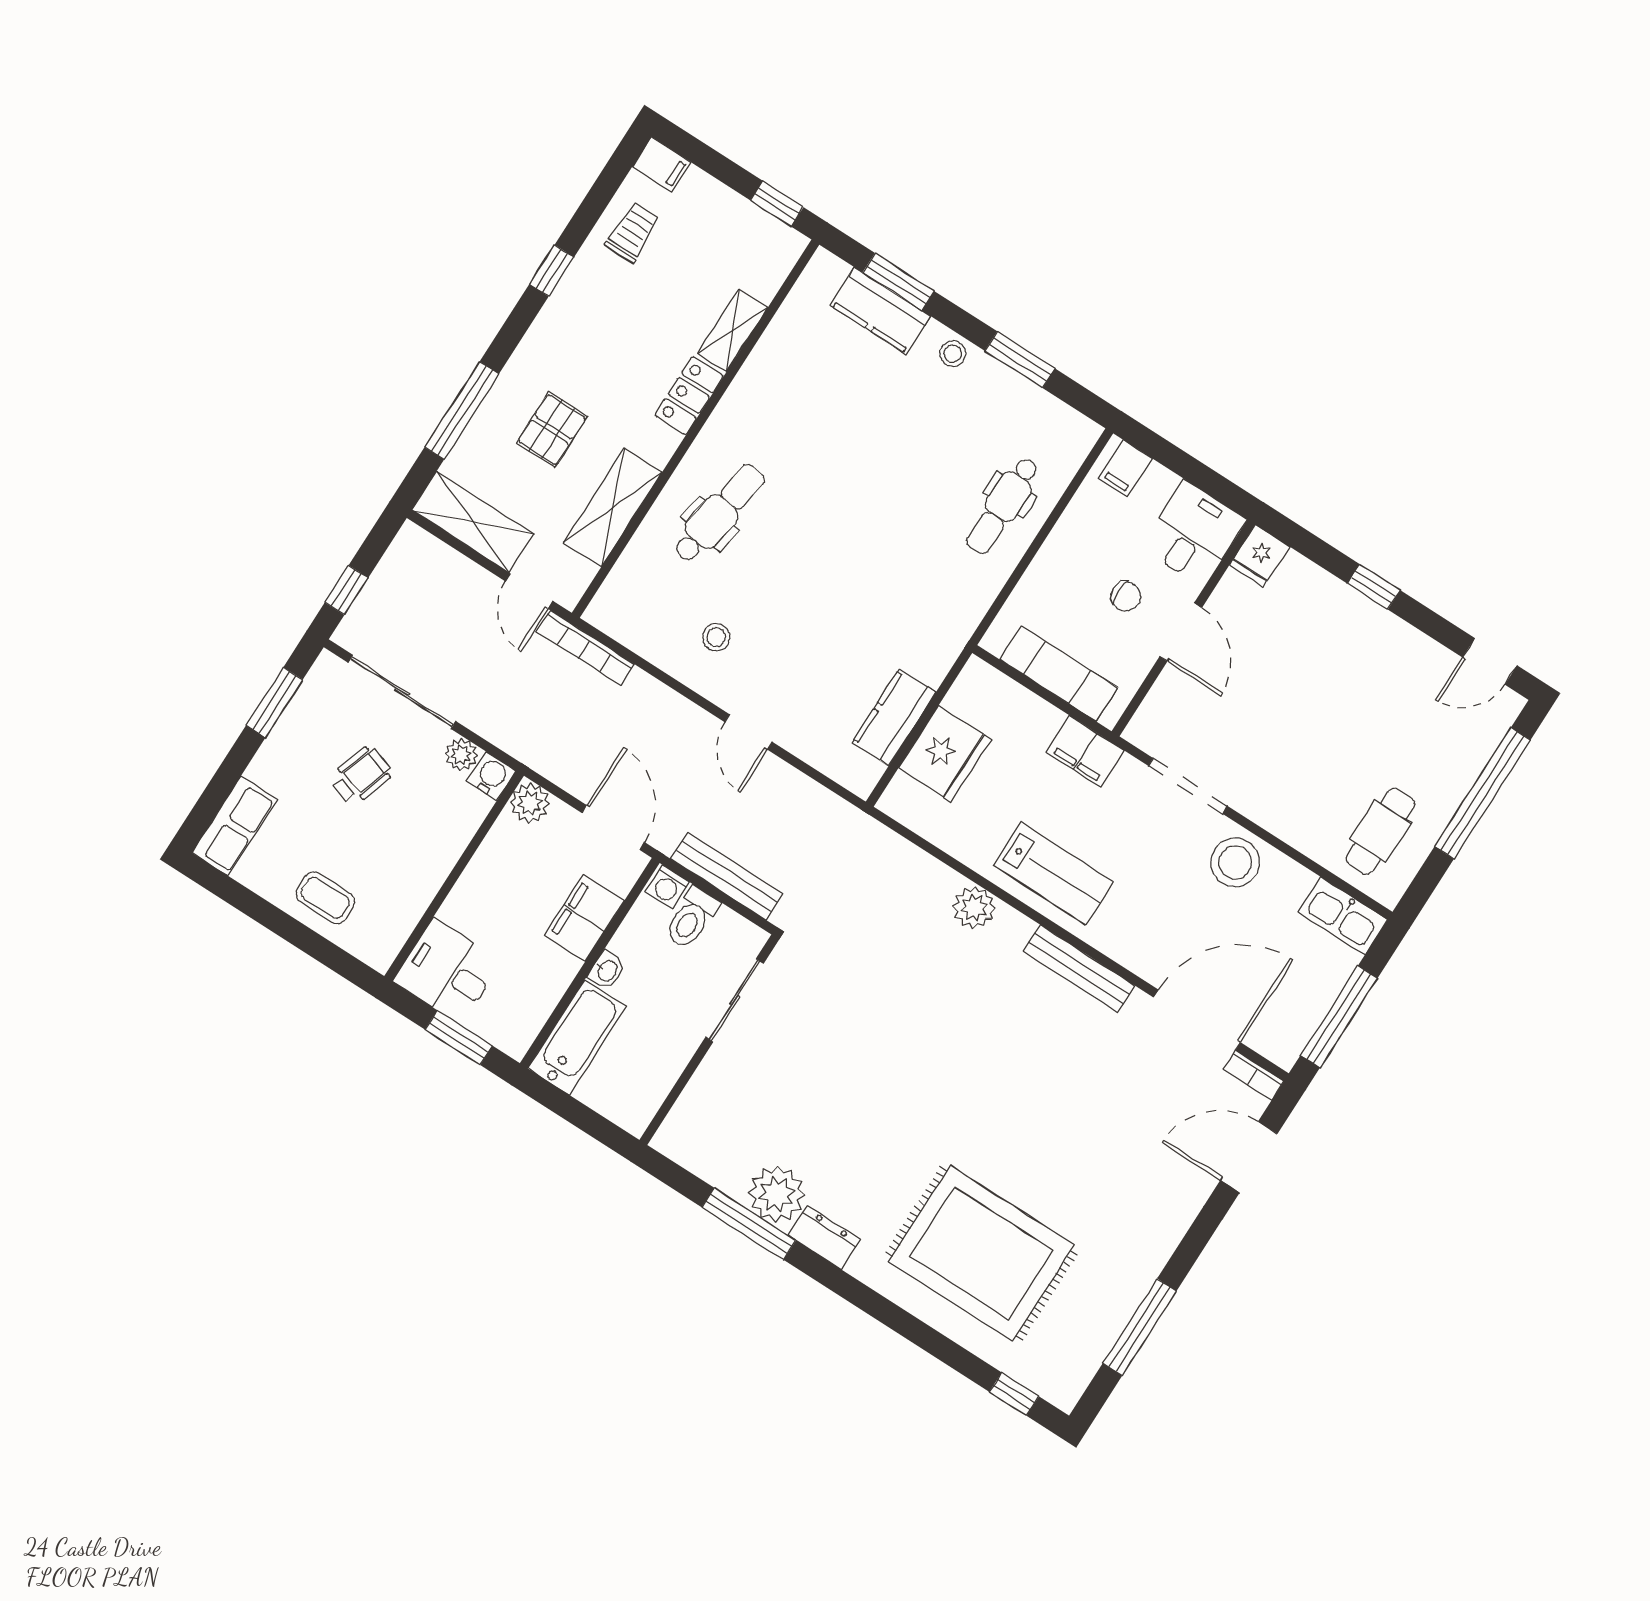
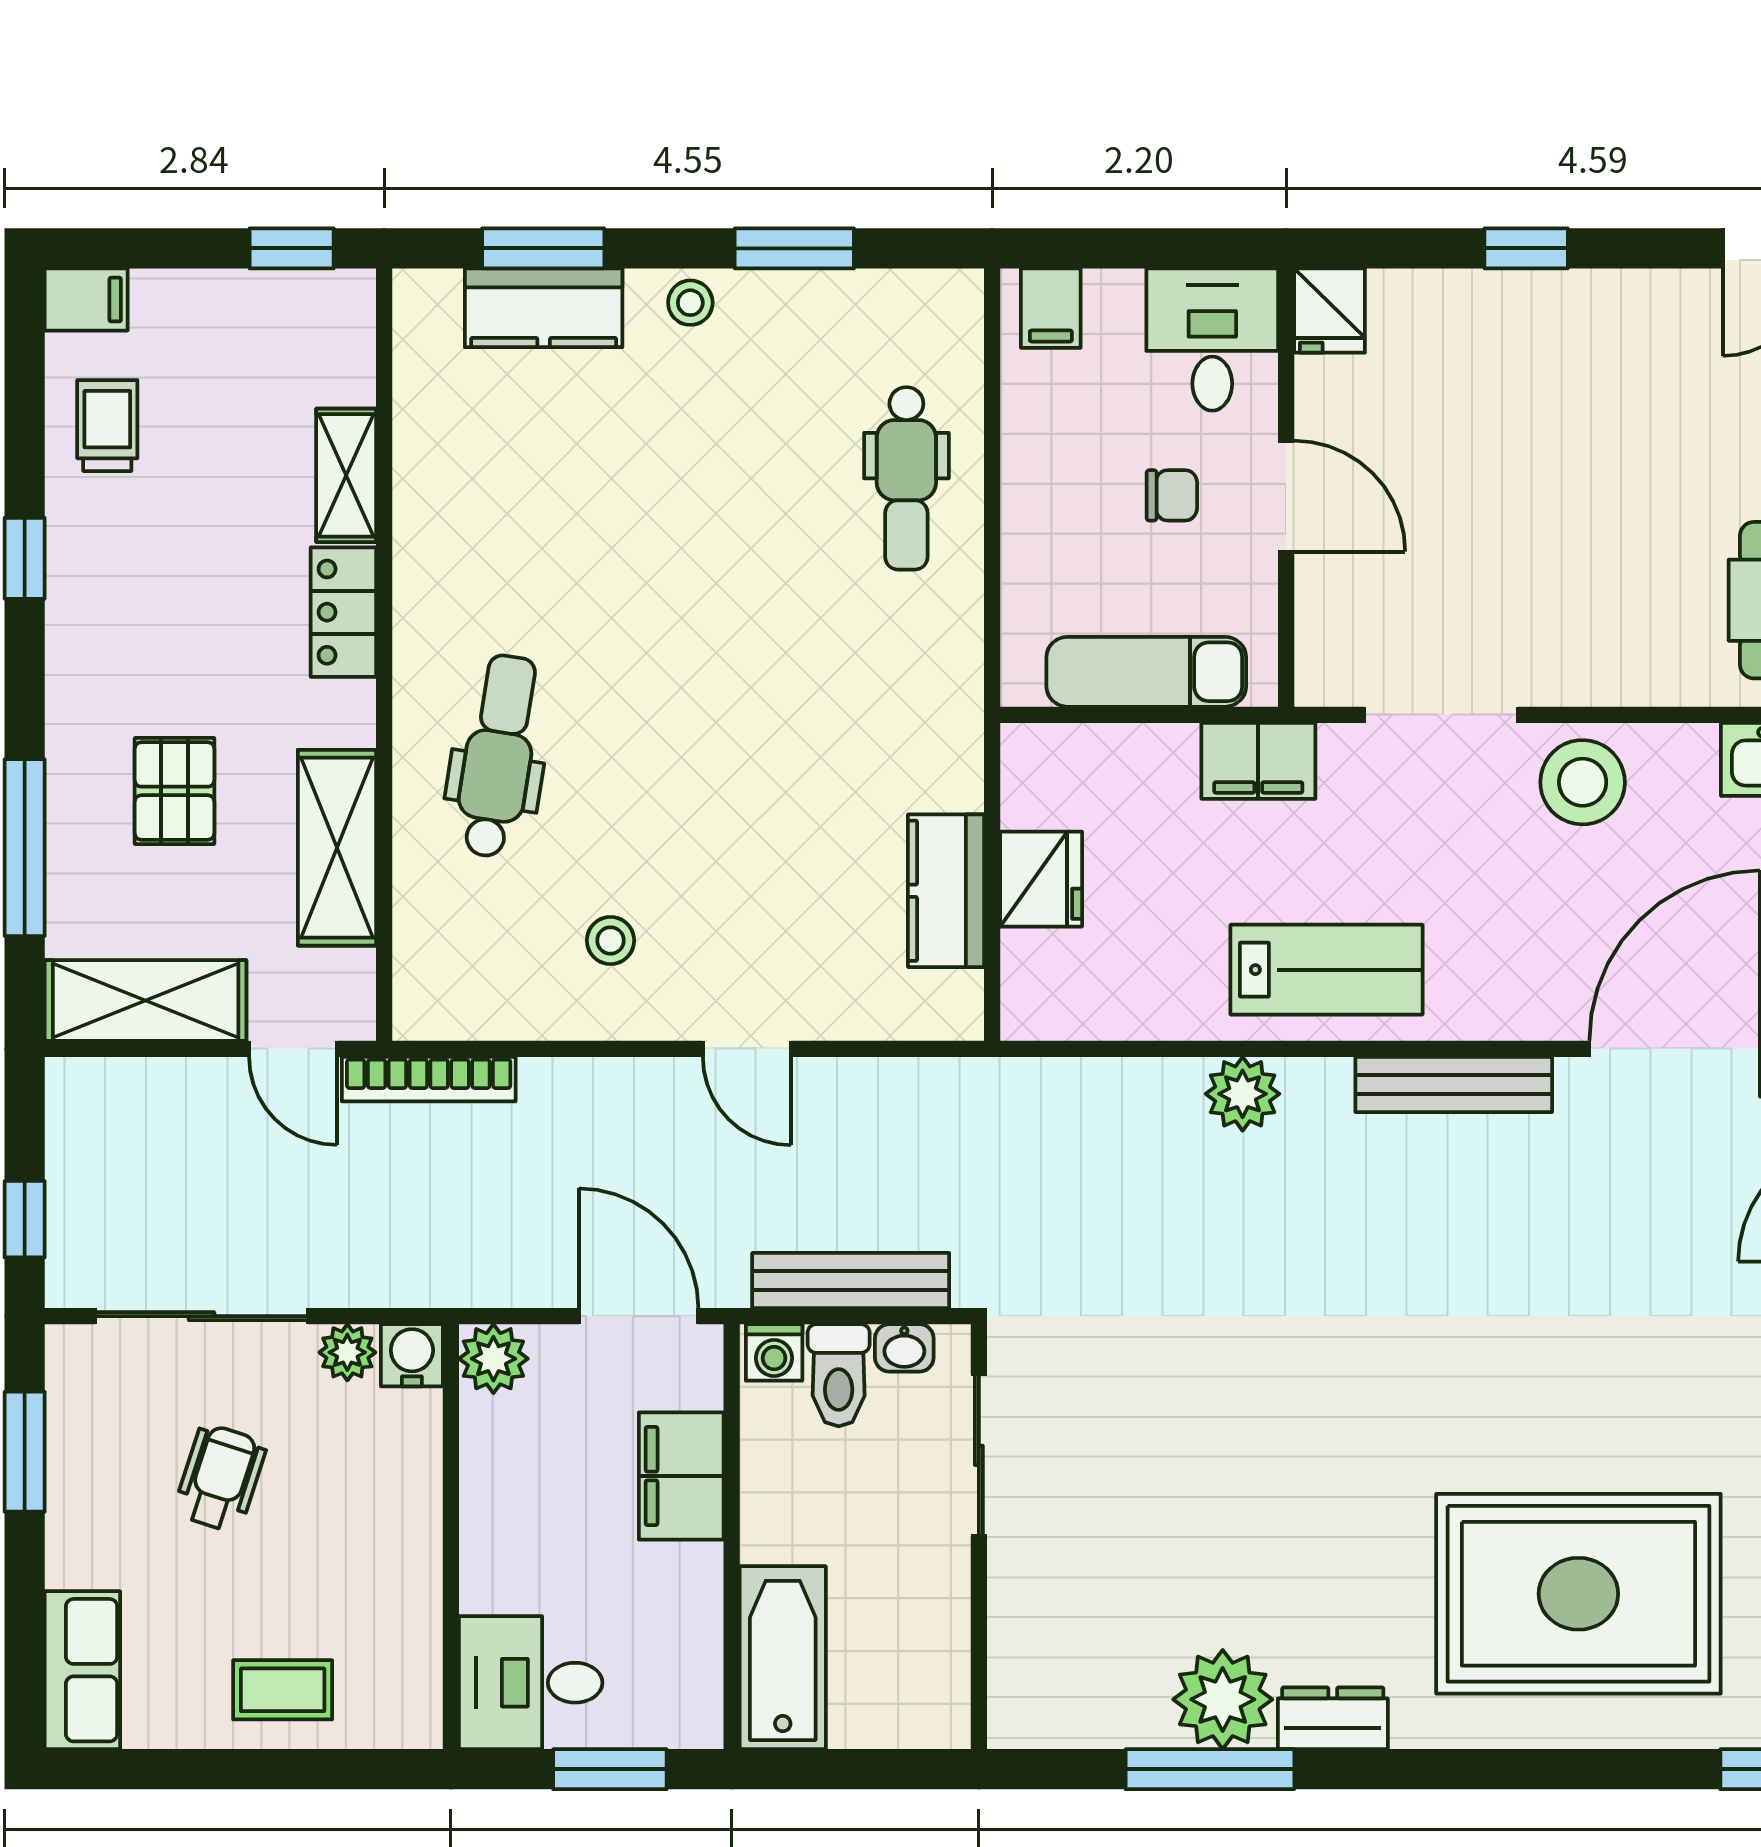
fridge: (945, 754) -> (1041, 879), width x0.73, depth x0.75
washbasin: (607, 970) -> (904, 1348), moved, turned 90

